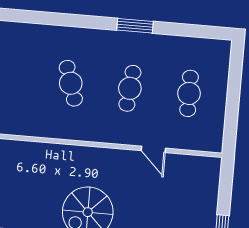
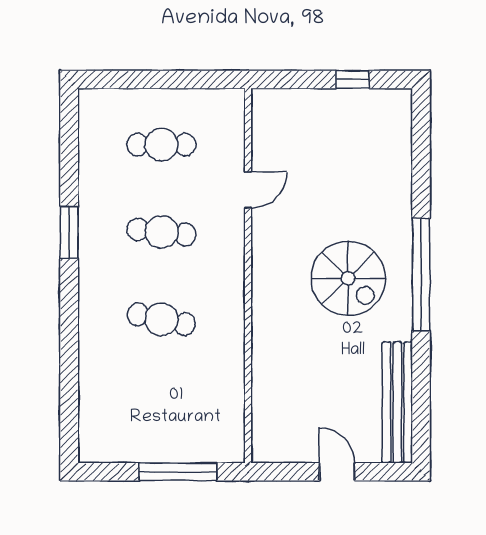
cafe table: (71, 83) -> (161, 319), turned 30

